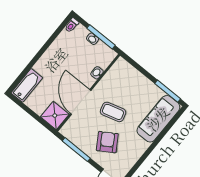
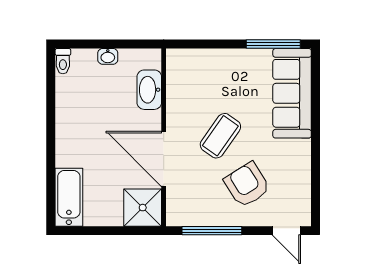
window: (101, 37) -> (117, 44), removed
washbasin: (97, 73) -> (149, 90), width x1.91, depth x1.45
coffee table: (113, 112) -> (220, 136), turned -39

